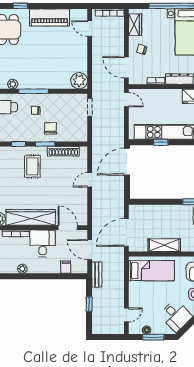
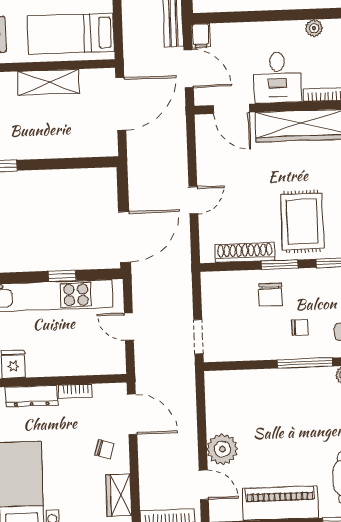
plant: (79, 81) -> (222, 449), moved
door: (126, 100) -> (129, 327), moved
rug: (32, 166) -> (302, 222), width x1.36, depth x1.43
filing cabinet: (66, 267) -> (201, 36), moved

